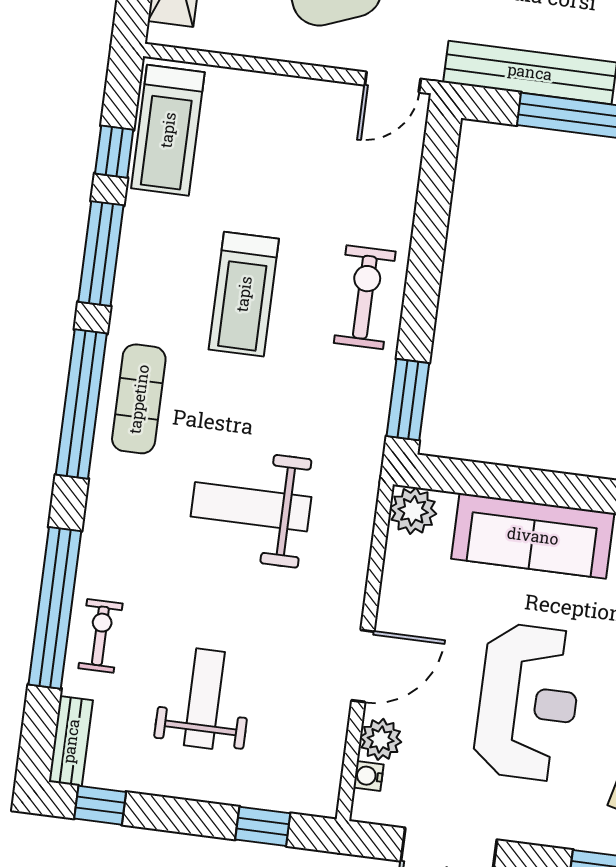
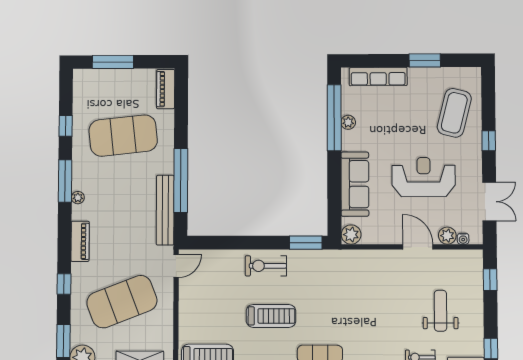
door: (393, 82) -> (176, 266), hinge flipped
weight bench: (251, 507) -> (358, 302), removed
weight bench: (204, 699) -> (440, 311), turned 90

